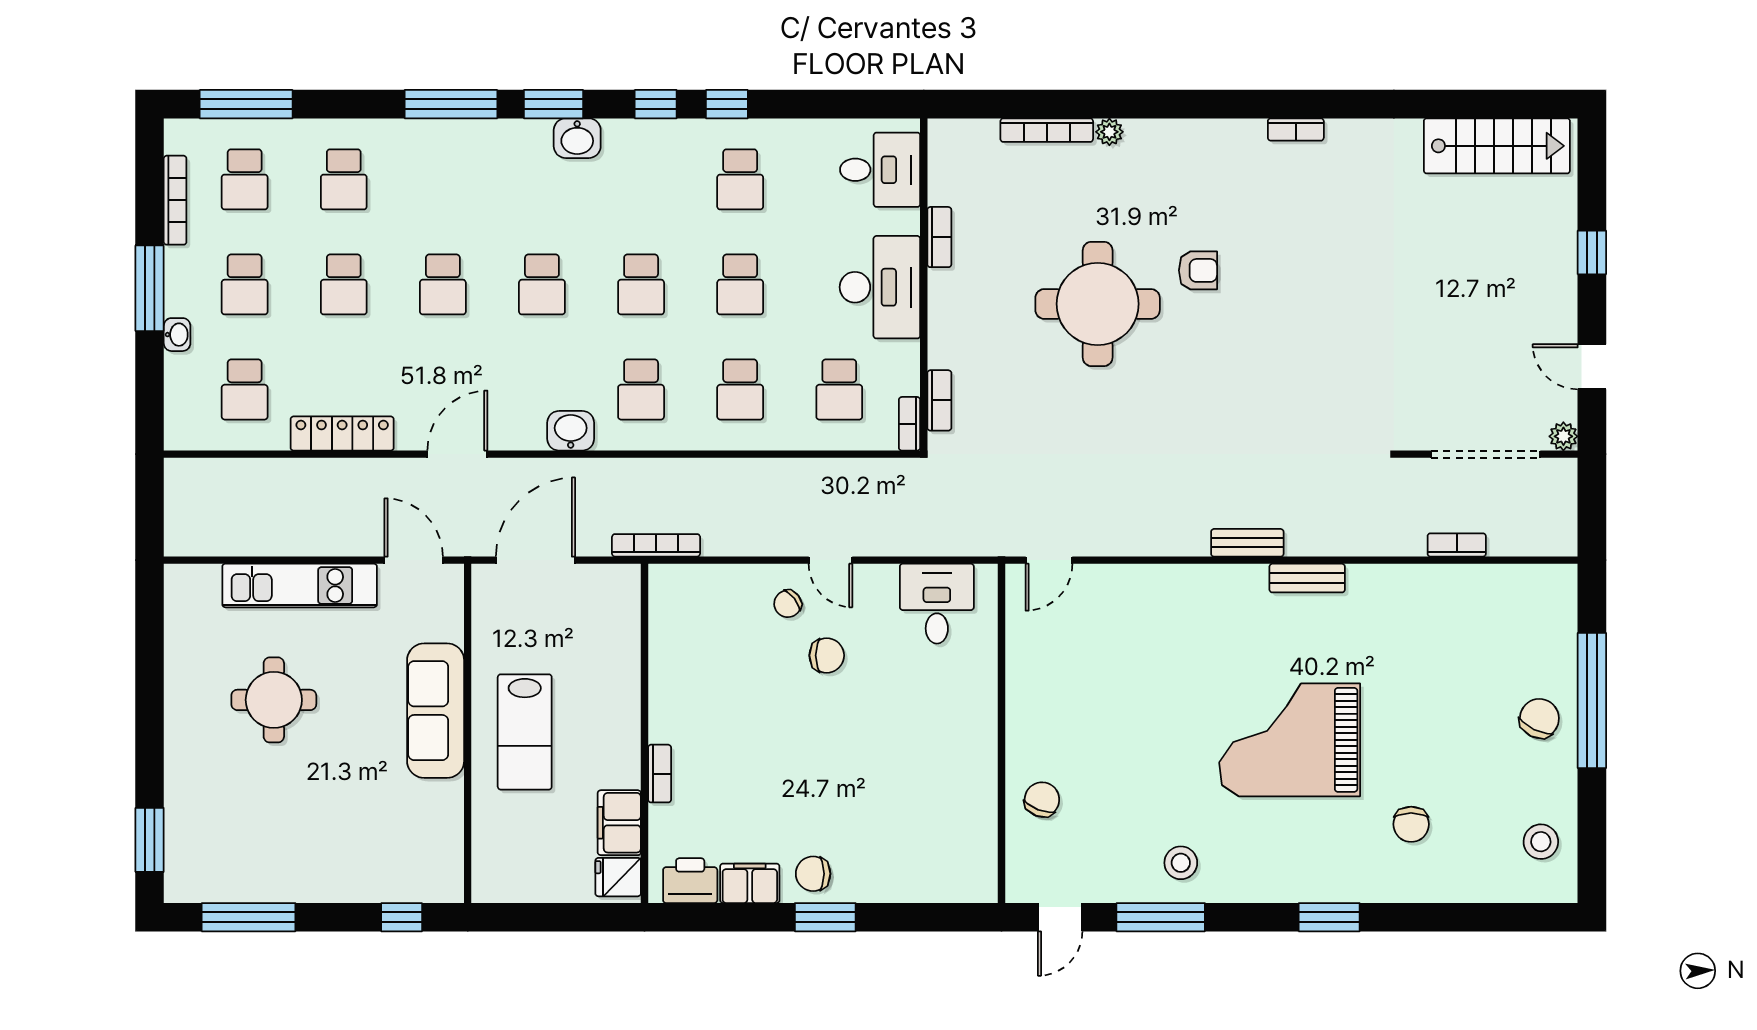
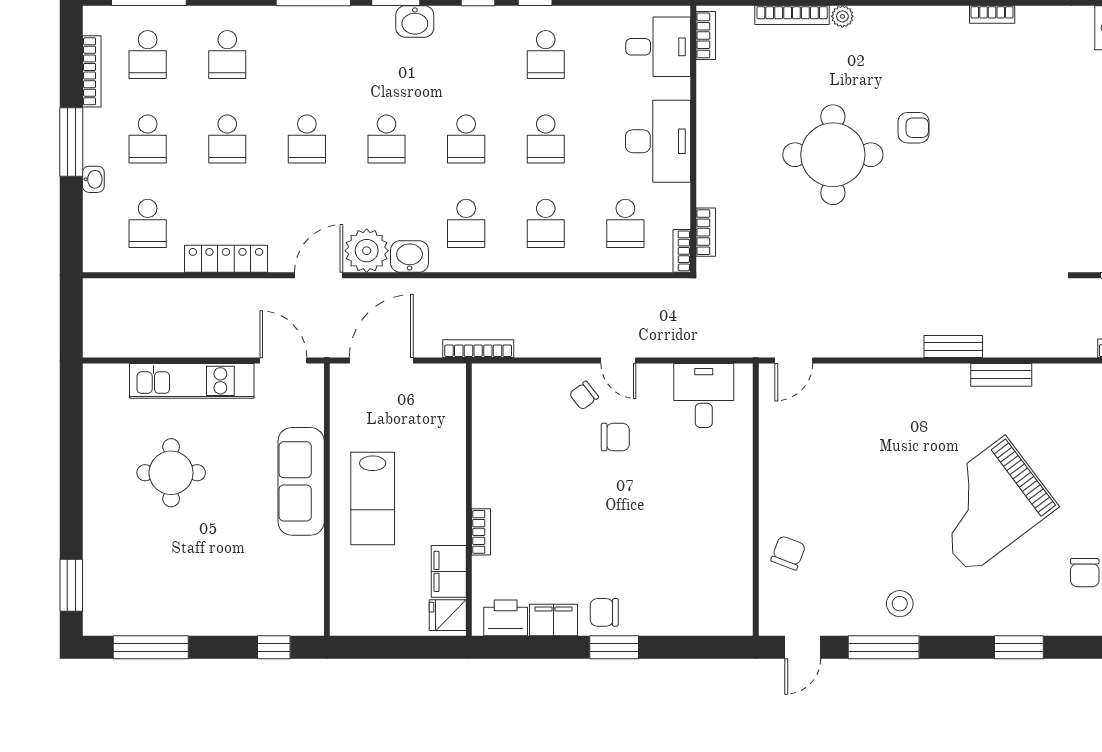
bookcase: (939, 237) -> (706, 35), moved
plant: (517, 423) -> (367, 251), added
grand piano: (1290, 740) -> (987, 505), turned -37

